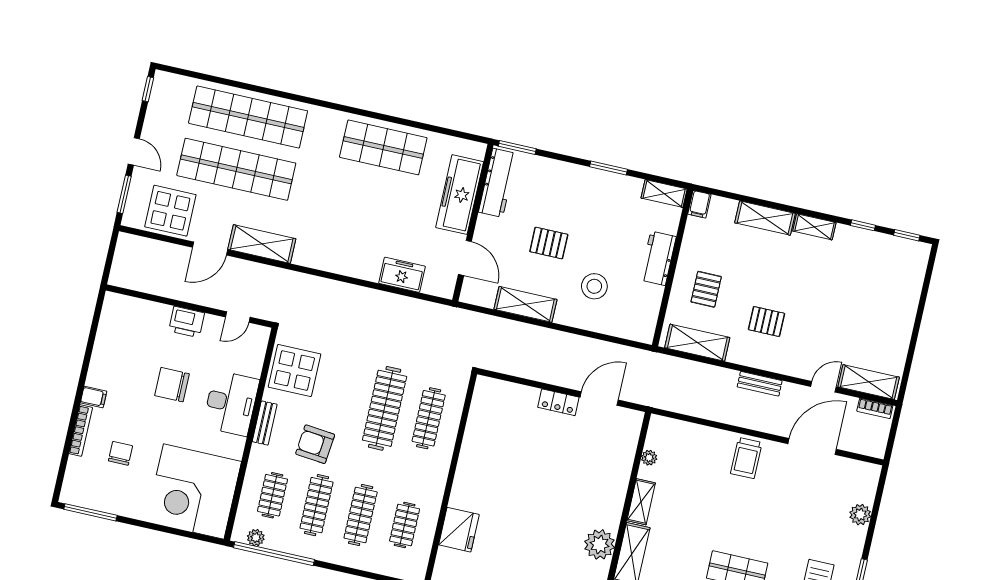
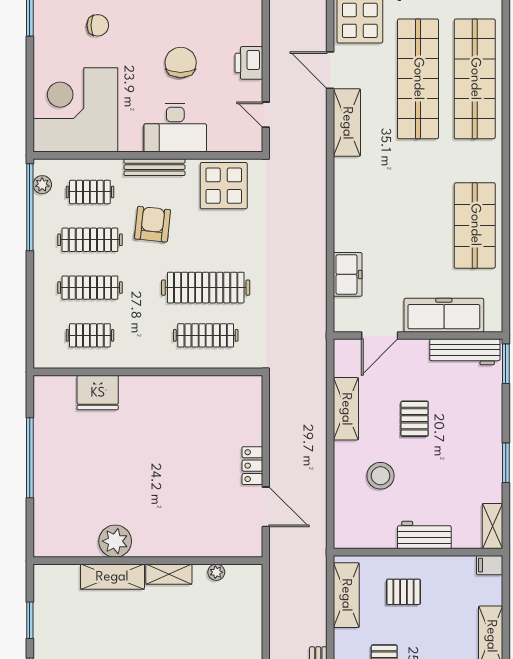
bench: (265, 423) -> (155, 167), width x1.36

